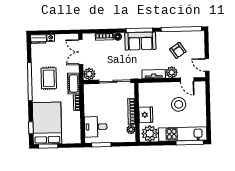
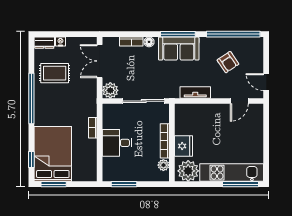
plant: (172, 72) -> (219, 91), removed
rug: (49, 78) -> (55, 73), moved, turned 90
door: (187, 80) -> (239, 101), hinge flipped
cot: (74, 84) -> (89, 102), removed
stool: (179, 104) -> (227, 133), removed
desk: (96, 127) -> (117, 143), moved

